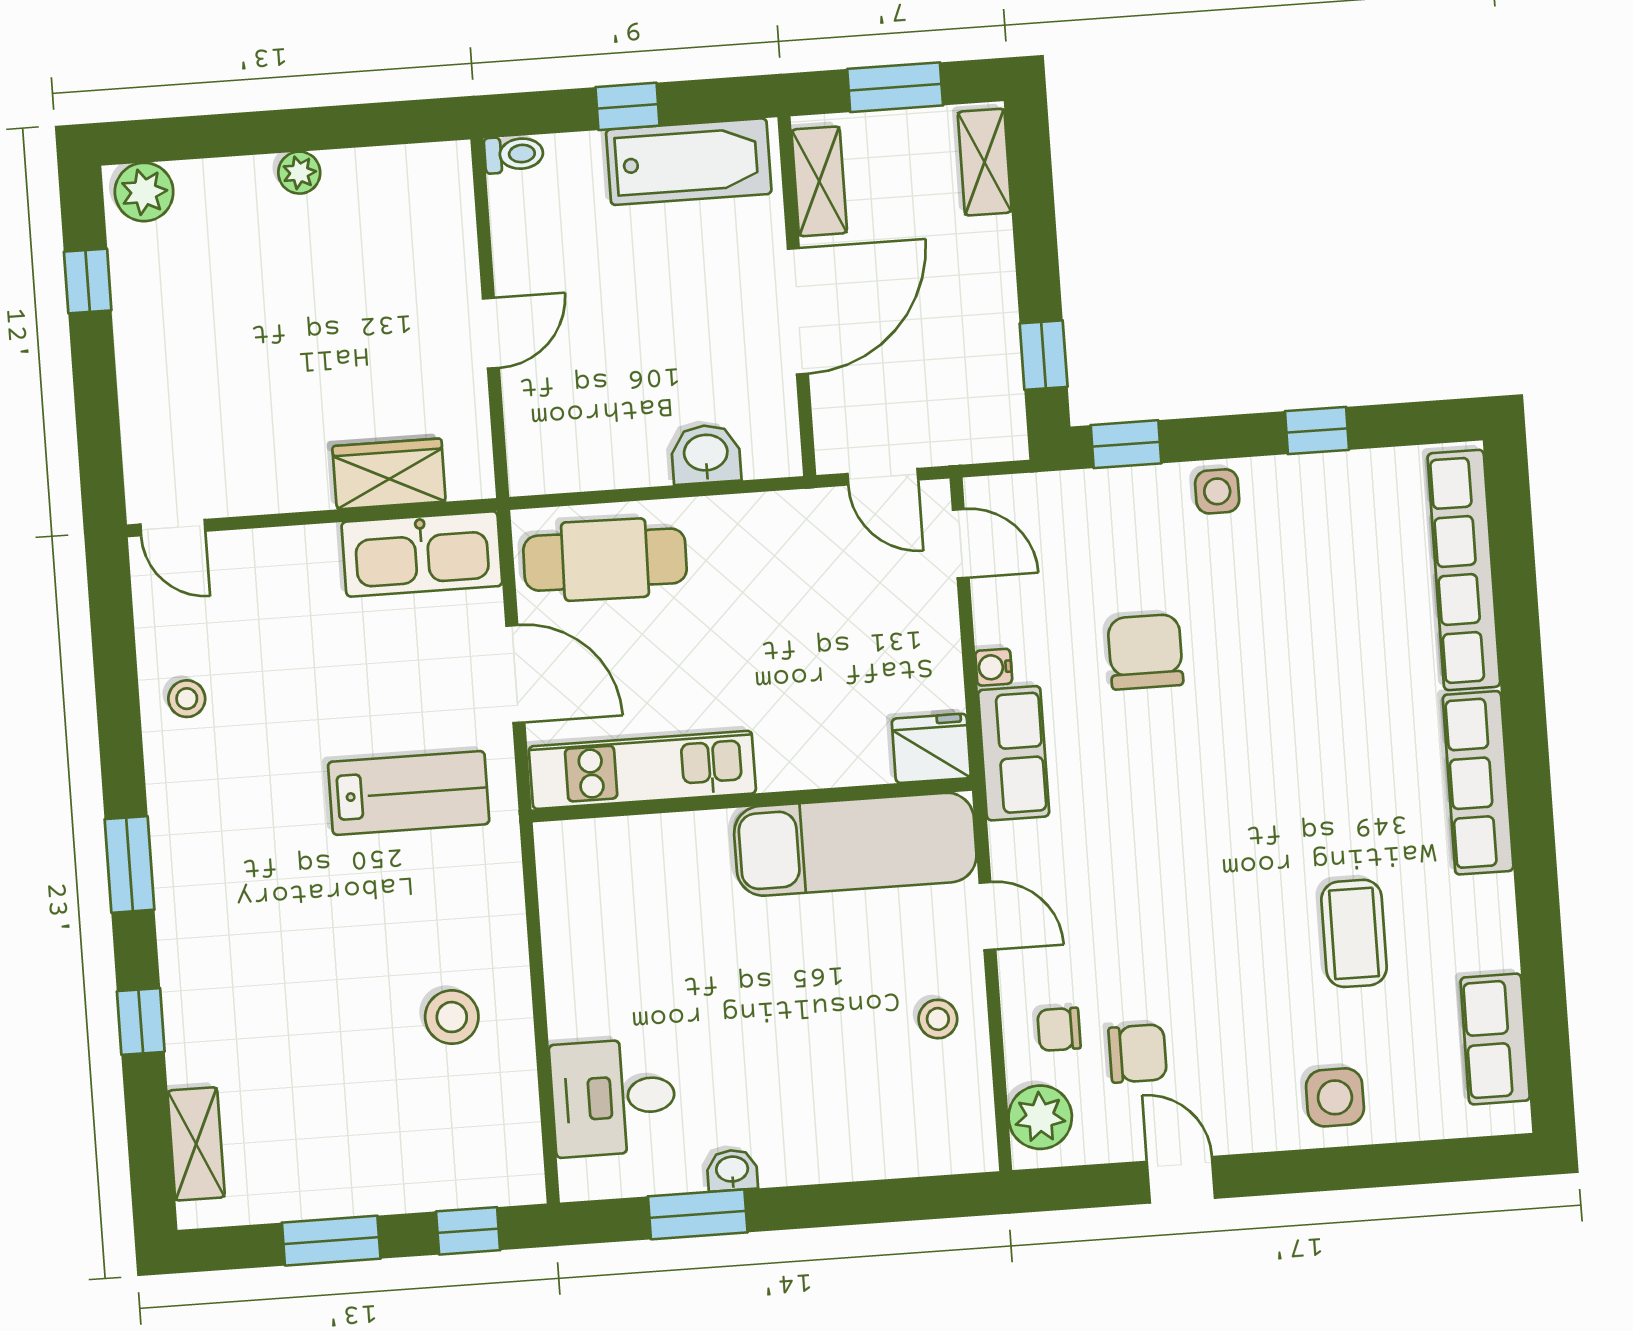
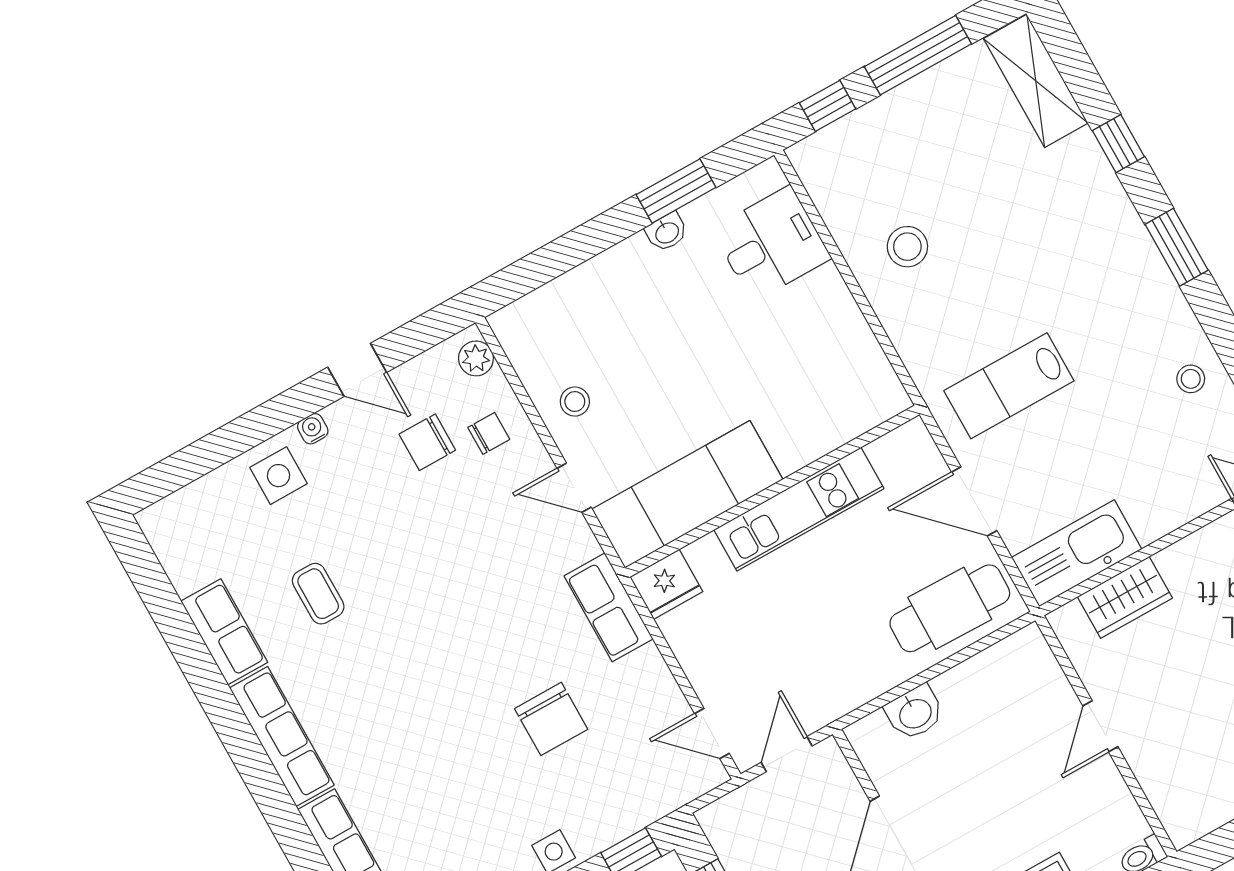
door: (883, 477) -> (787, 754), hinge flipped
water cooler: (994, 667) -> (313, 429), moved, turned -90
kitchen unit: (642, 770) -> (799, 509), moved
coffee table: (1354, 933) -> (318, 594), width x0.73, depth x0.77
row of seats: (1495, 1039) -> (224, 632), moved
plant: (1040, 1117) -> (476, 358), width x0.73, depth x0.73
shelving: (196, 1144) -> (1036, 81), width x1.50, depth x1.33
window: (331, 1241) -> (918, 55), width x1.44

